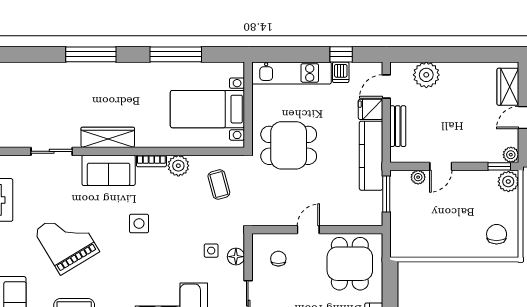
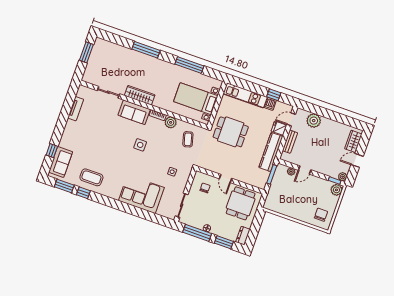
door: (308, 230) -> (226, 179), swing flipped
grand piano: (67, 241) -> (100, 141), removed
floor lamp: (236, 257) -> (184, 179), removed

